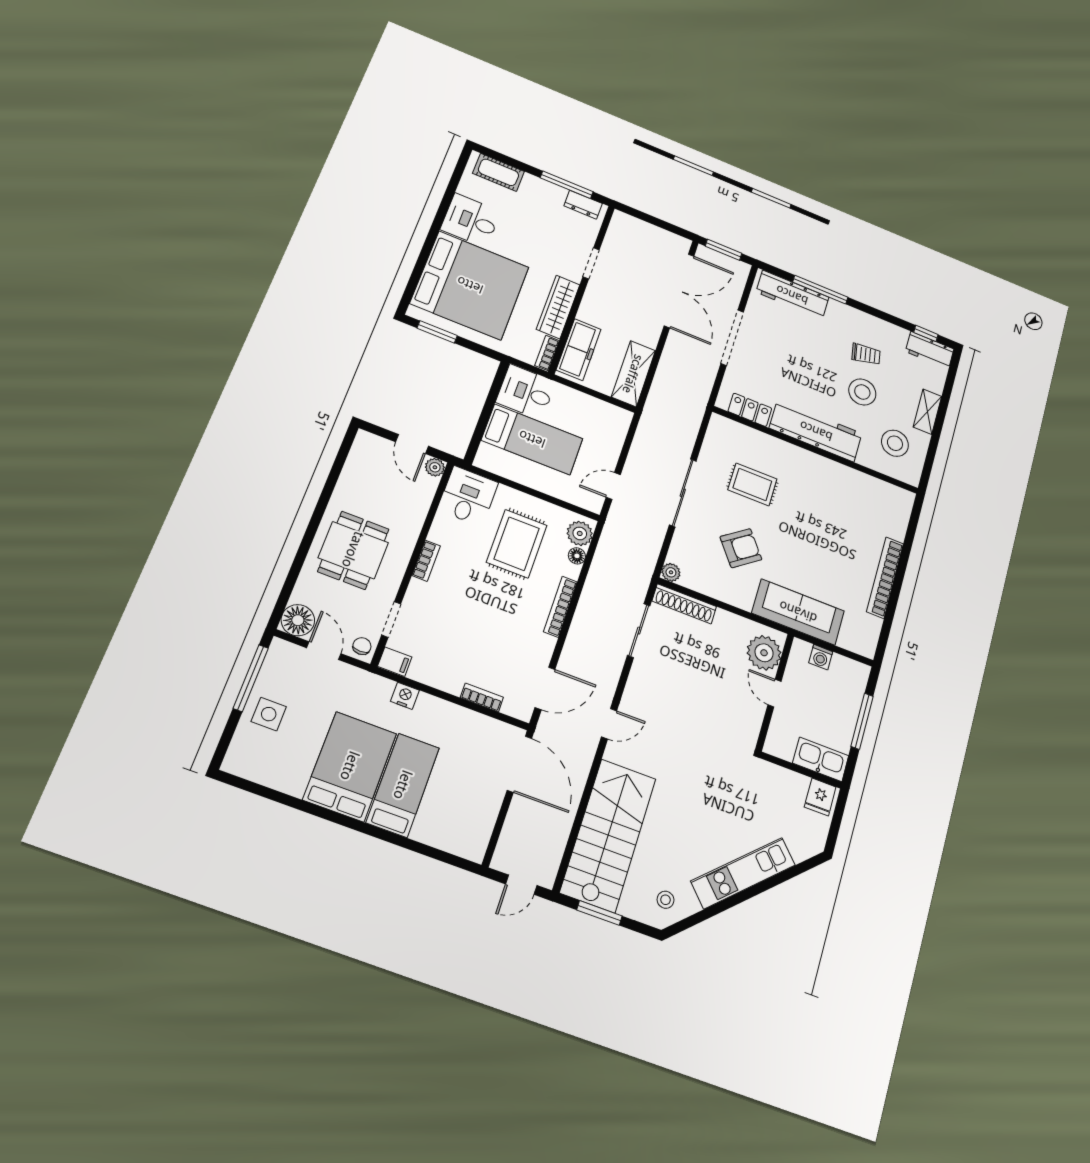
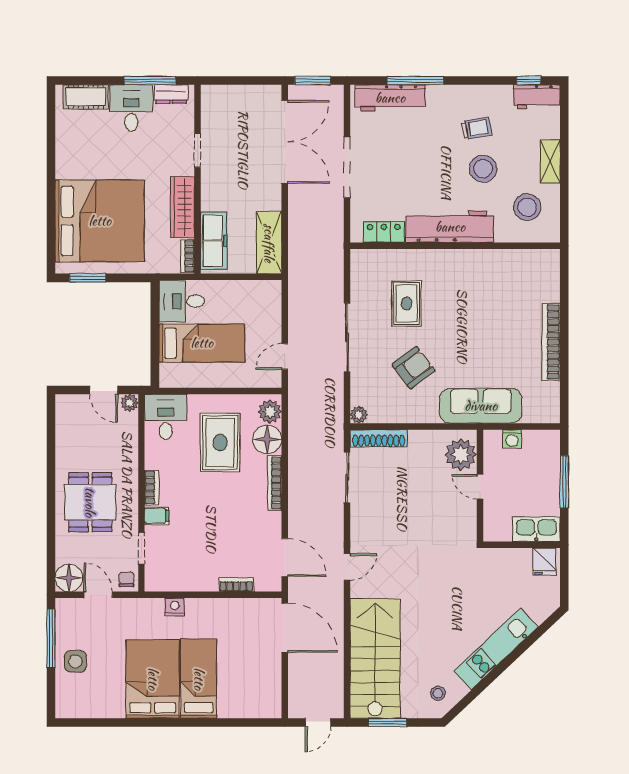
desk: (471, 220) -> (131, 108), moved, turned 90
rug: (752, 484) -> (407, 303), turned 90
floor lamp: (577, 556) -> (267, 439), width x1.89, depth x1.89
filing cabinet: (395, 662) -> (157, 516), moved
door: (545, 688) -> (285, 558), hinge flipped

